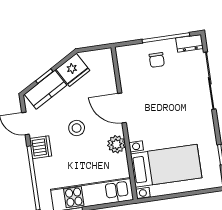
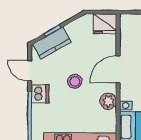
fridge: (73, 70) -> (105, 24), moved, turned 30
door: (122, 108) -> (118, 69), hinge flipped

